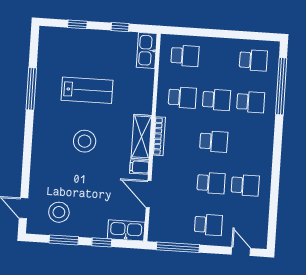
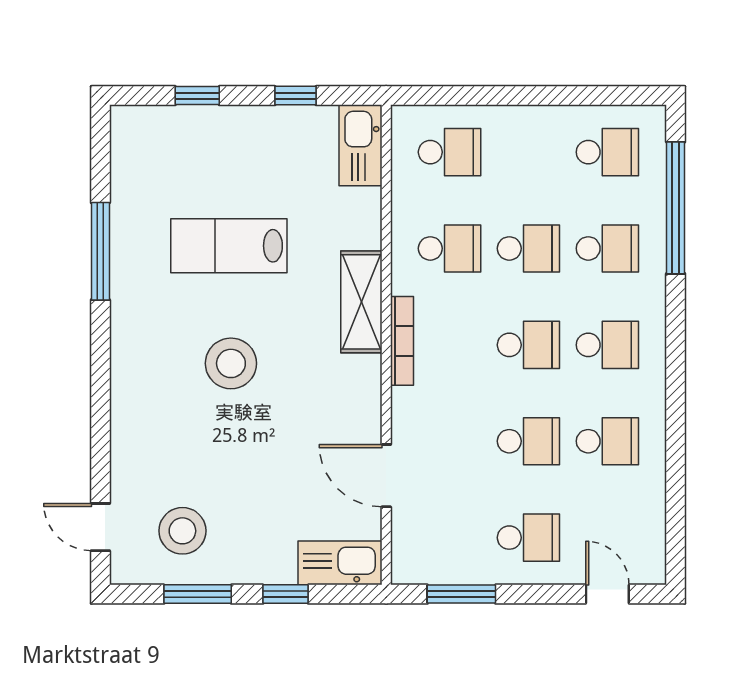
lab bench: (87, 90) -> (229, 246), turned 180
shelving: (141, 137) -> (361, 302), moved
school desk: (248, 144) -> (607, 345), added
filing cabinet: (139, 167) -> (361, 415), removed
window: (178, 247) -> (461, 594), width x0.69

